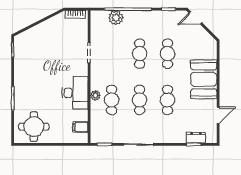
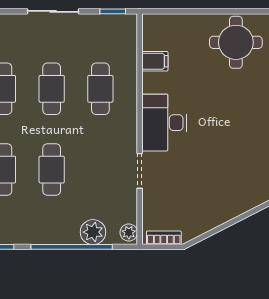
desk: (75, 93) -> (164, 123), moved
plant: (95, 95) -> (129, 233), moved
filing cabinet: (80, 127) -> (155, 61), moved

